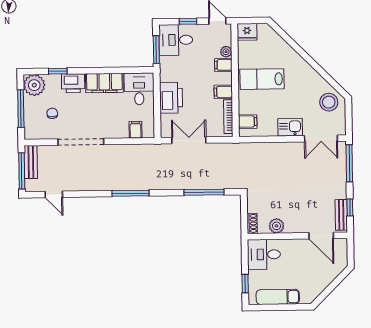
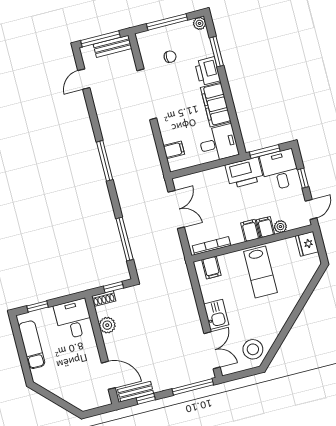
window: (58, 71) -> (217, 52), width x1.50
lab bench: (262, 79) -> (260, 272), turned 180
plant: (34, 85) -> (199, 23), width x0.53, depth x0.53
filing cabinet: (223, 92) -> (250, 231), moved
printer: (171, 98) -> (244, 173), moved
double door: (321, 138) -> (212, 350), swing flipped
window: (244, 212) -> (113, 287), added
door: (321, 236) -> (108, 375), swing flipped

